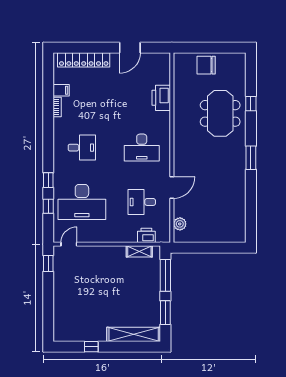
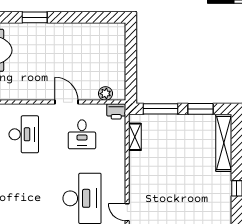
desk: (82, 148) -> (24, 198), removed
printer: (146, 235) -> (116, 111), moved, turned -90

